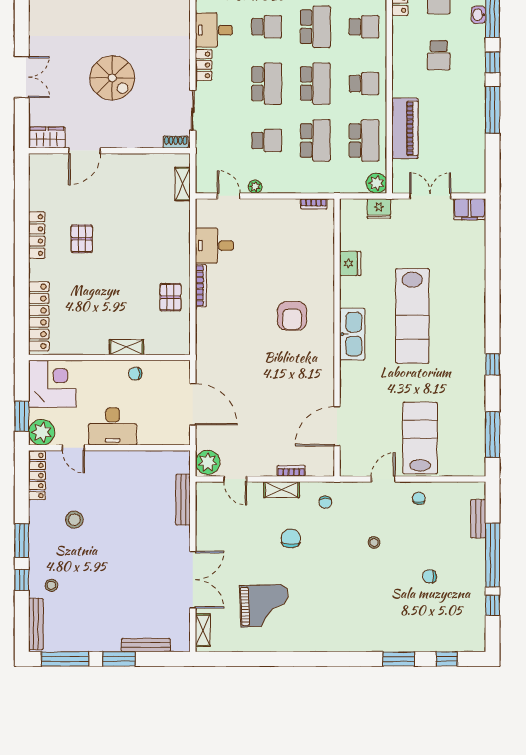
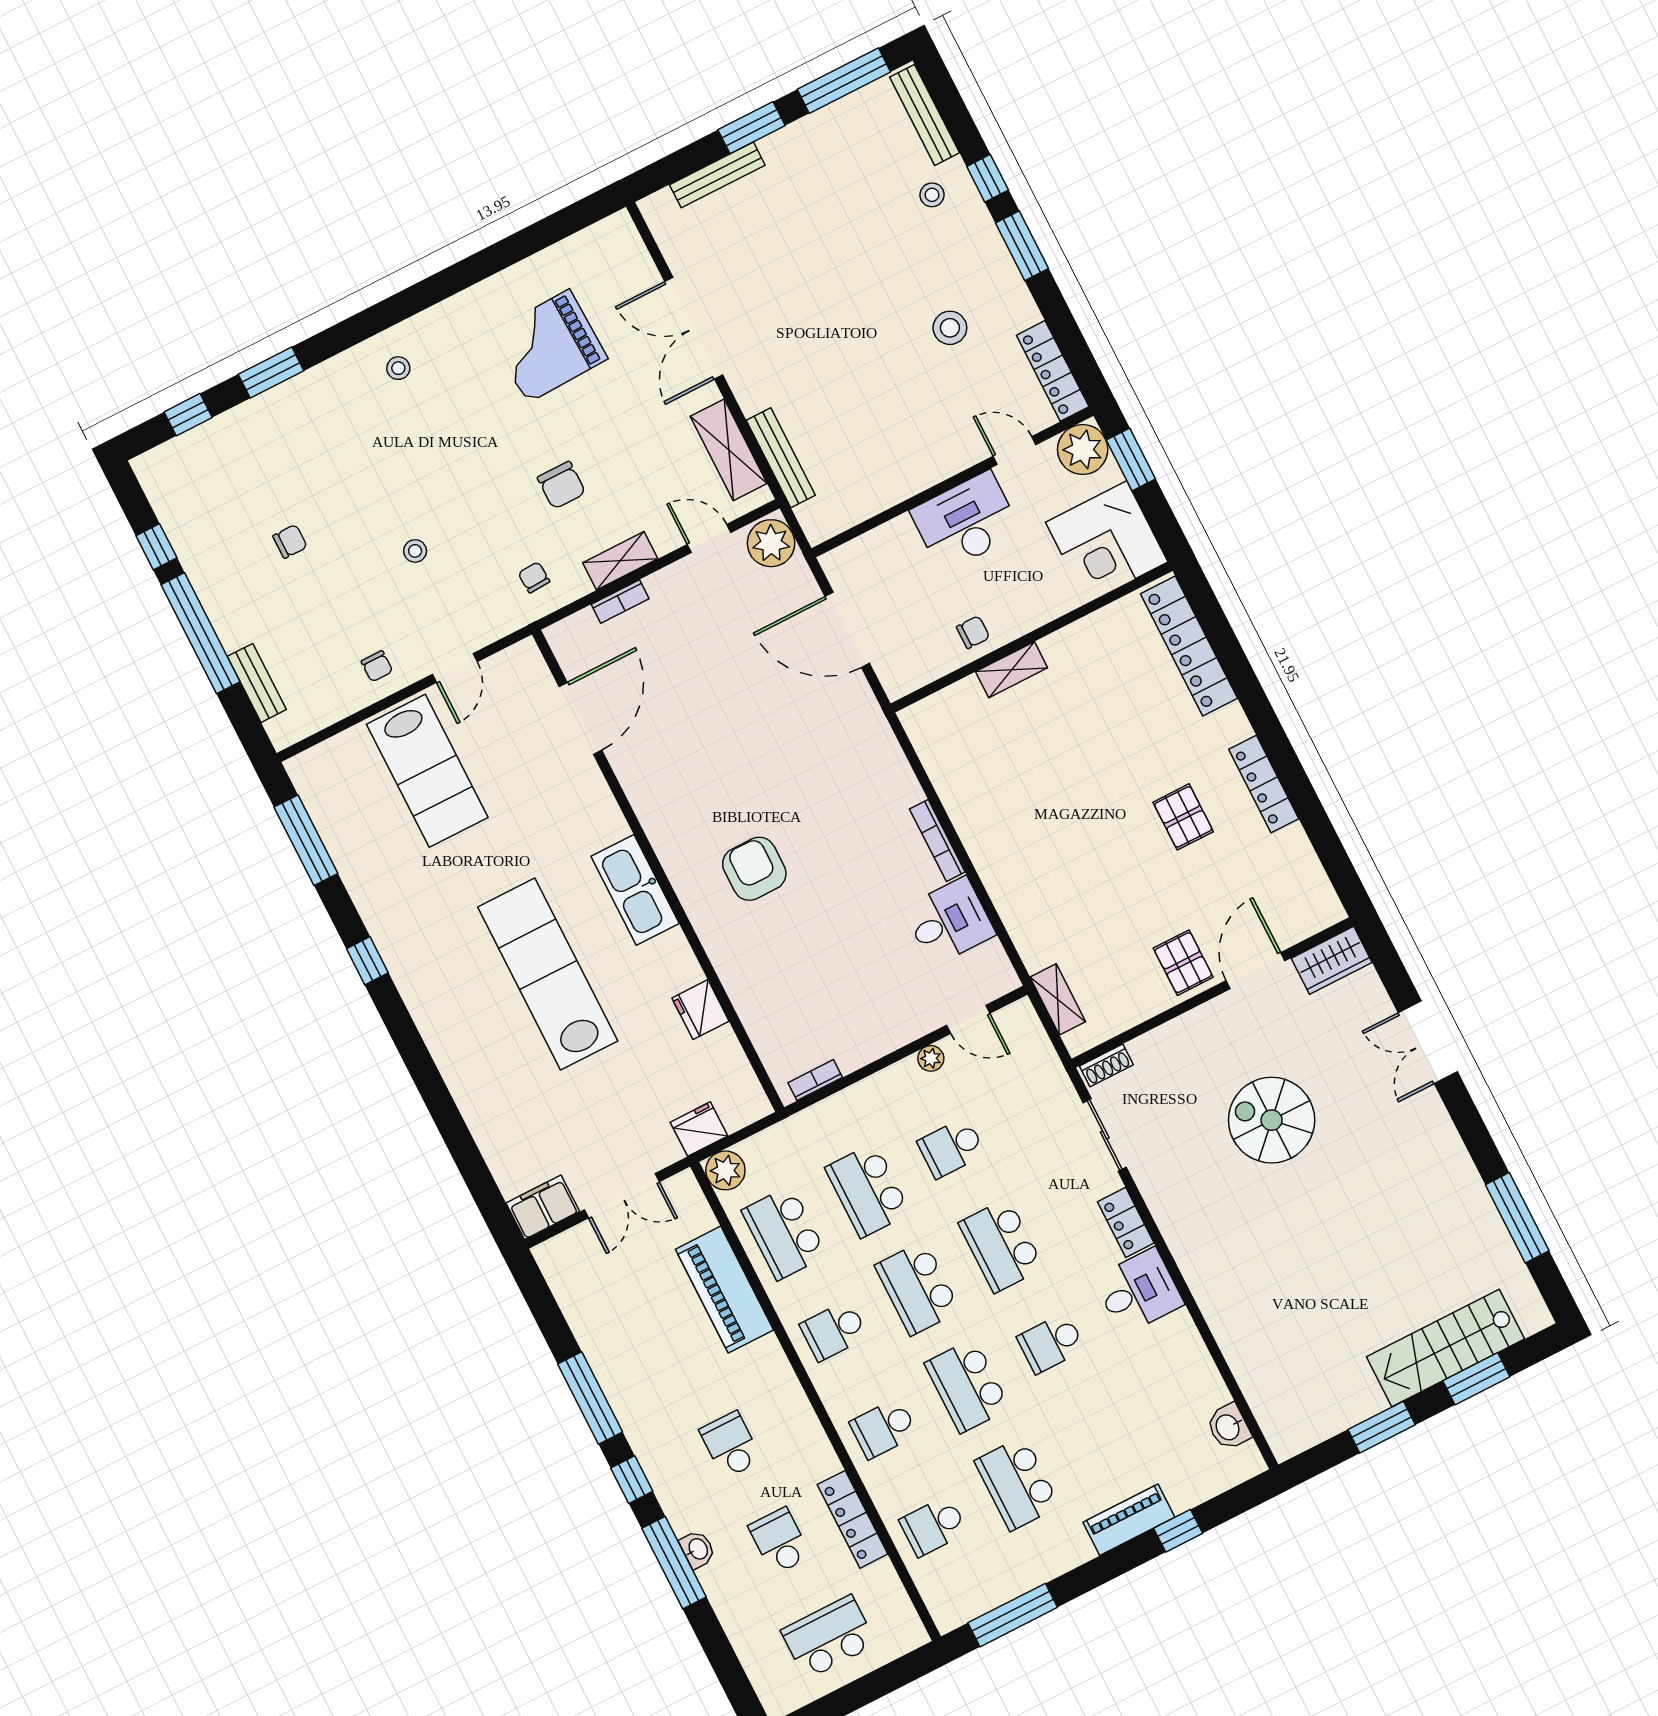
pallet: (170, 297) -> (1183, 963), moved
shelving: (203, 630) -> (729, 450), moved, width x1.50, depth x1.33
stool: (339, 631) -> (398, 368), added

